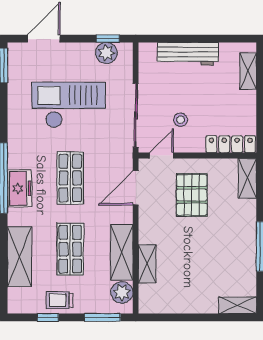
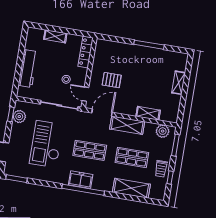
shelving: (248, 71) -> (55, 36), moved
shelving: (247, 178) -> (107, 45), removed
freezer: (20, 188) -> (81, 180), moved
door: (136, 188) -> (102, 113), swing flipped
pallet: (192, 195) -> (112, 80), width x0.67, depth x0.71
shelving: (122, 252) -> (127, 125), moved
shelving: (238, 305) -> (178, 83), moved

